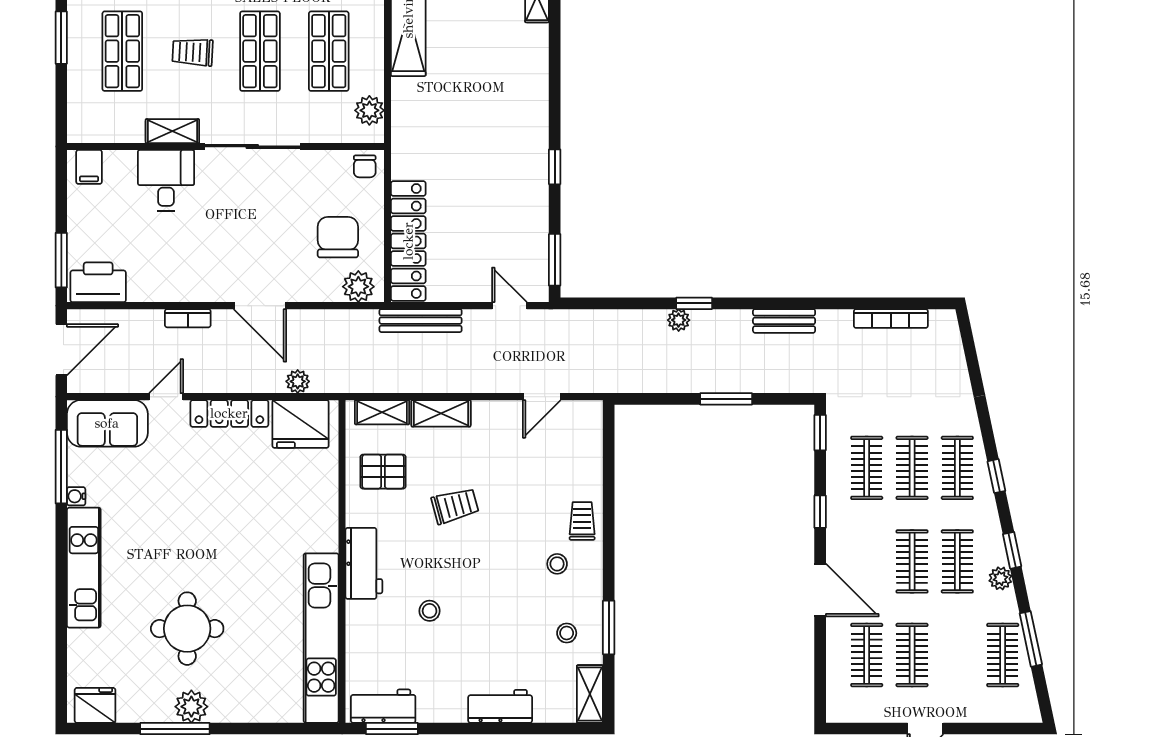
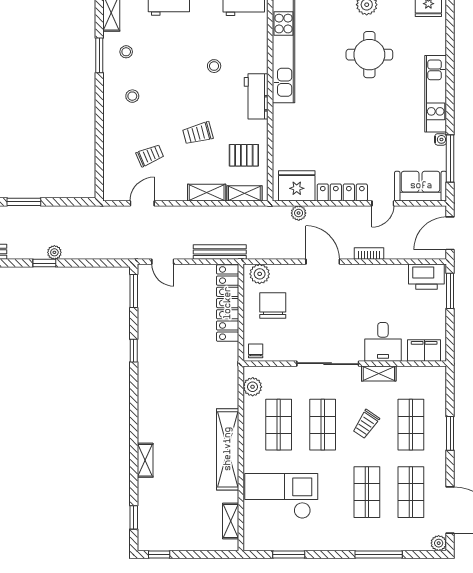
trolley: (193, 52) -> (366, 424), turned 121
filing cabinet: (89, 167) -> (424, 351), width x2.00
chair: (338, 237) -> (273, 305), turned 180
trolley: (582, 521) -> (150, 155), moved, turned -113

